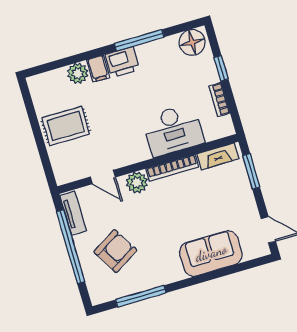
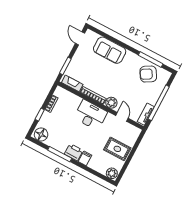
plant: (78, 73) -> (112, 173), moved
desk: (173, 130) -> (91, 115), moved
armchair: (115, 251) -> (148, 74), moved

